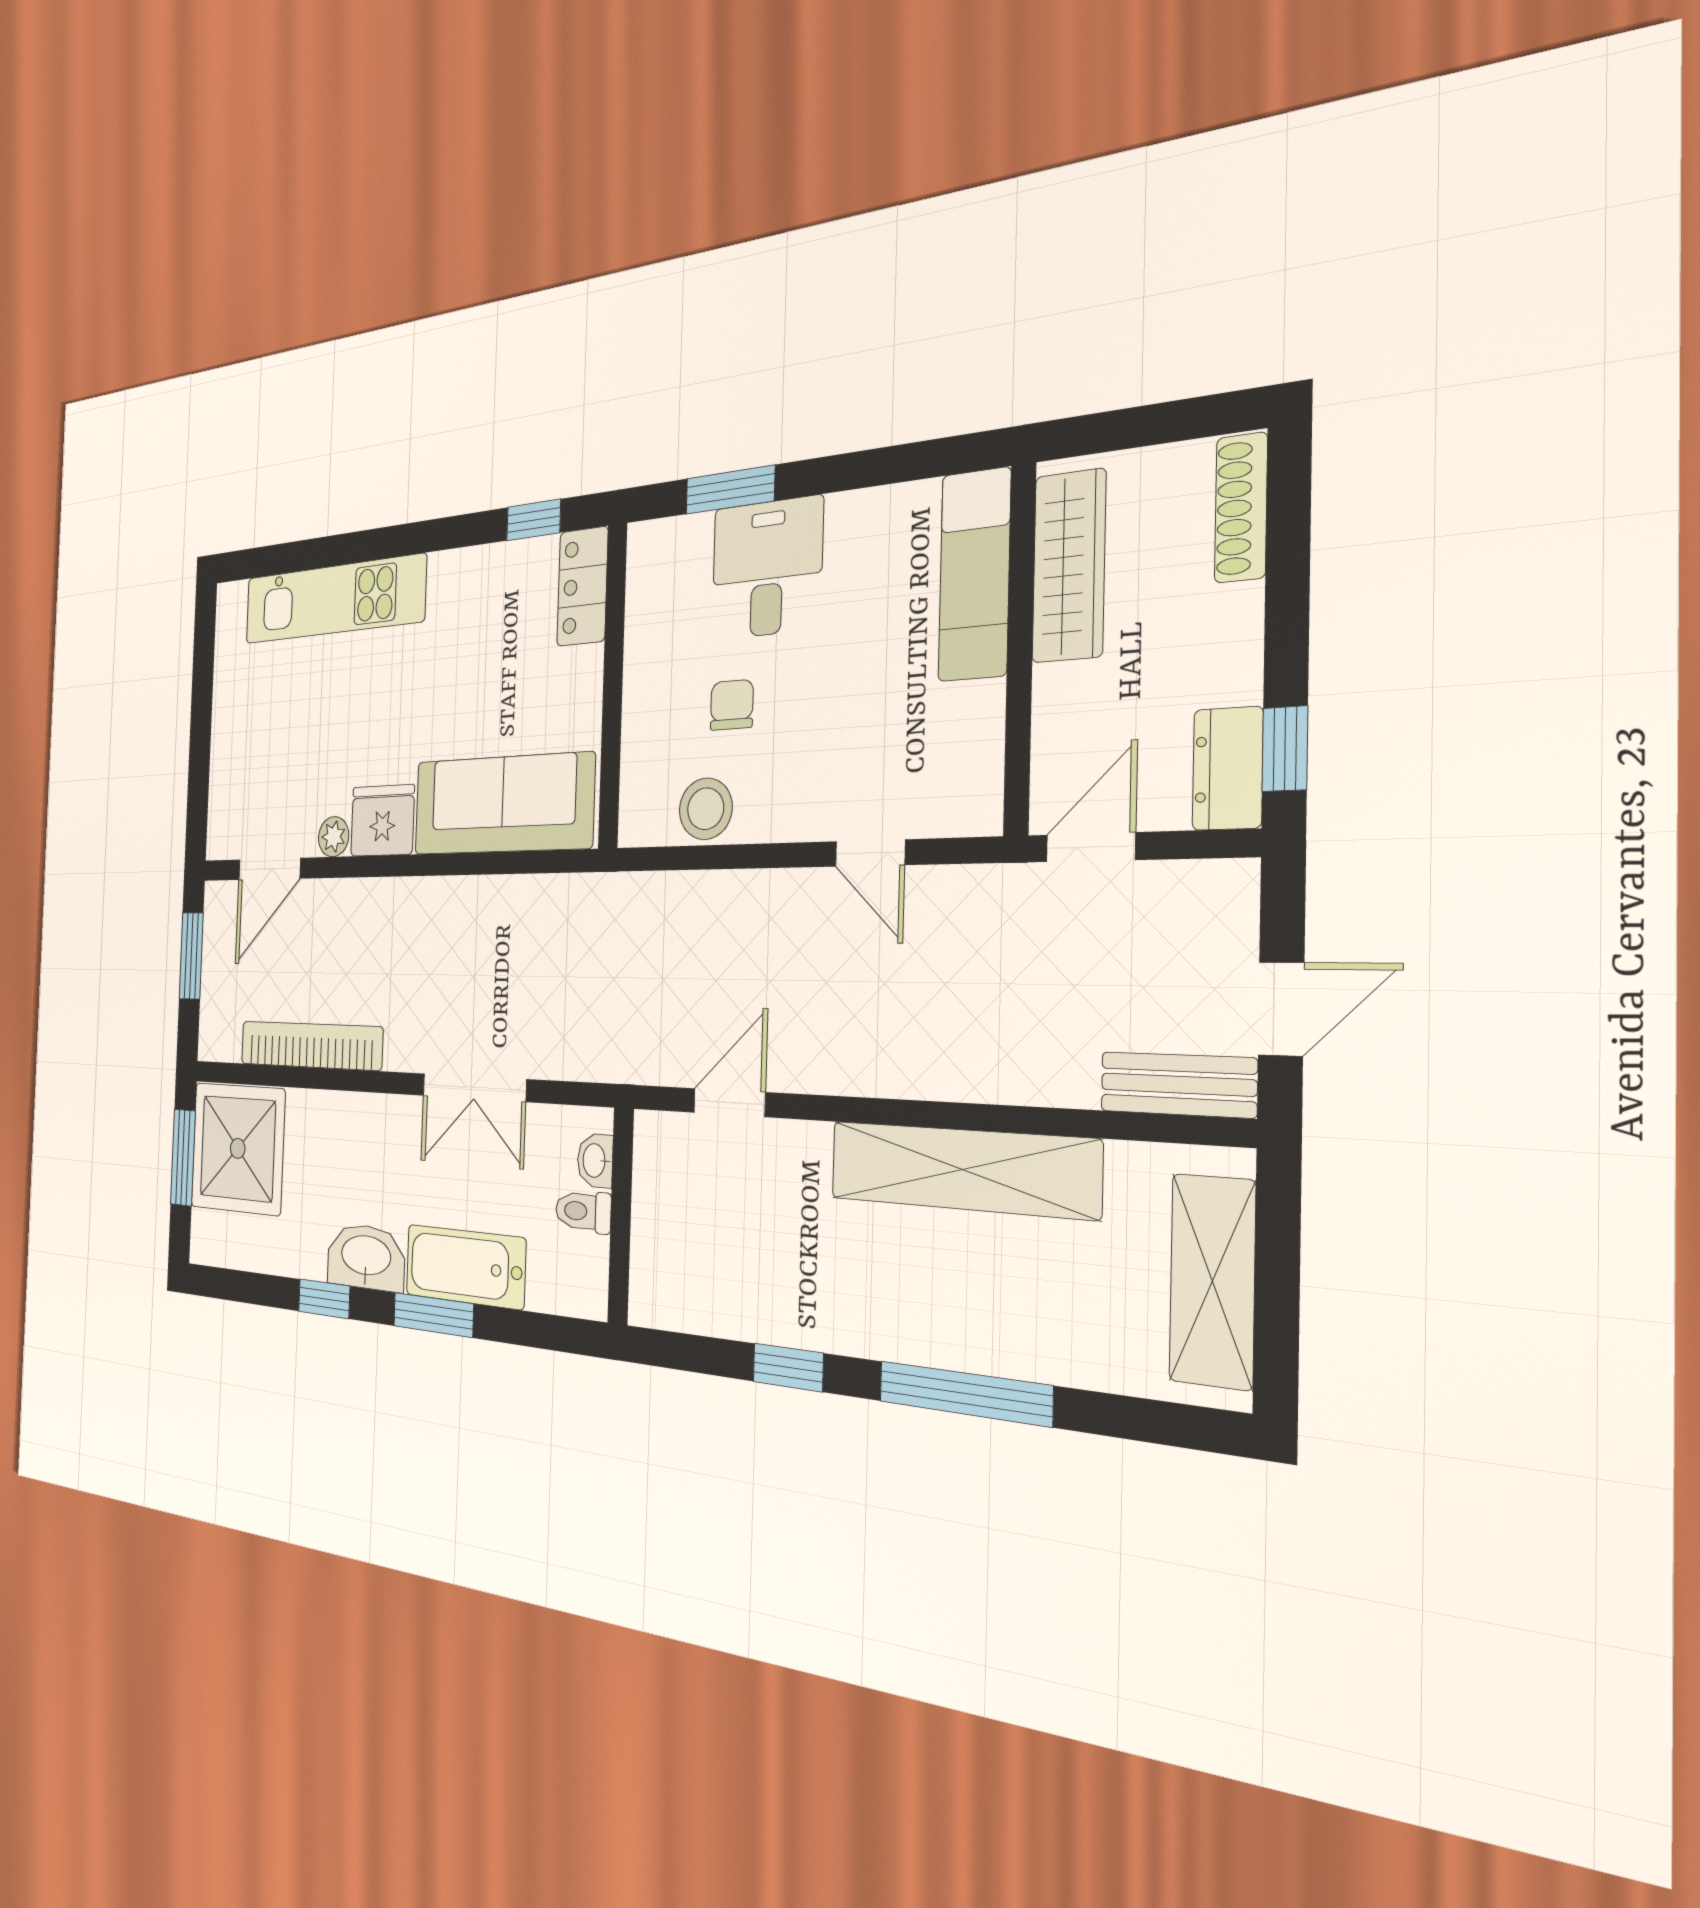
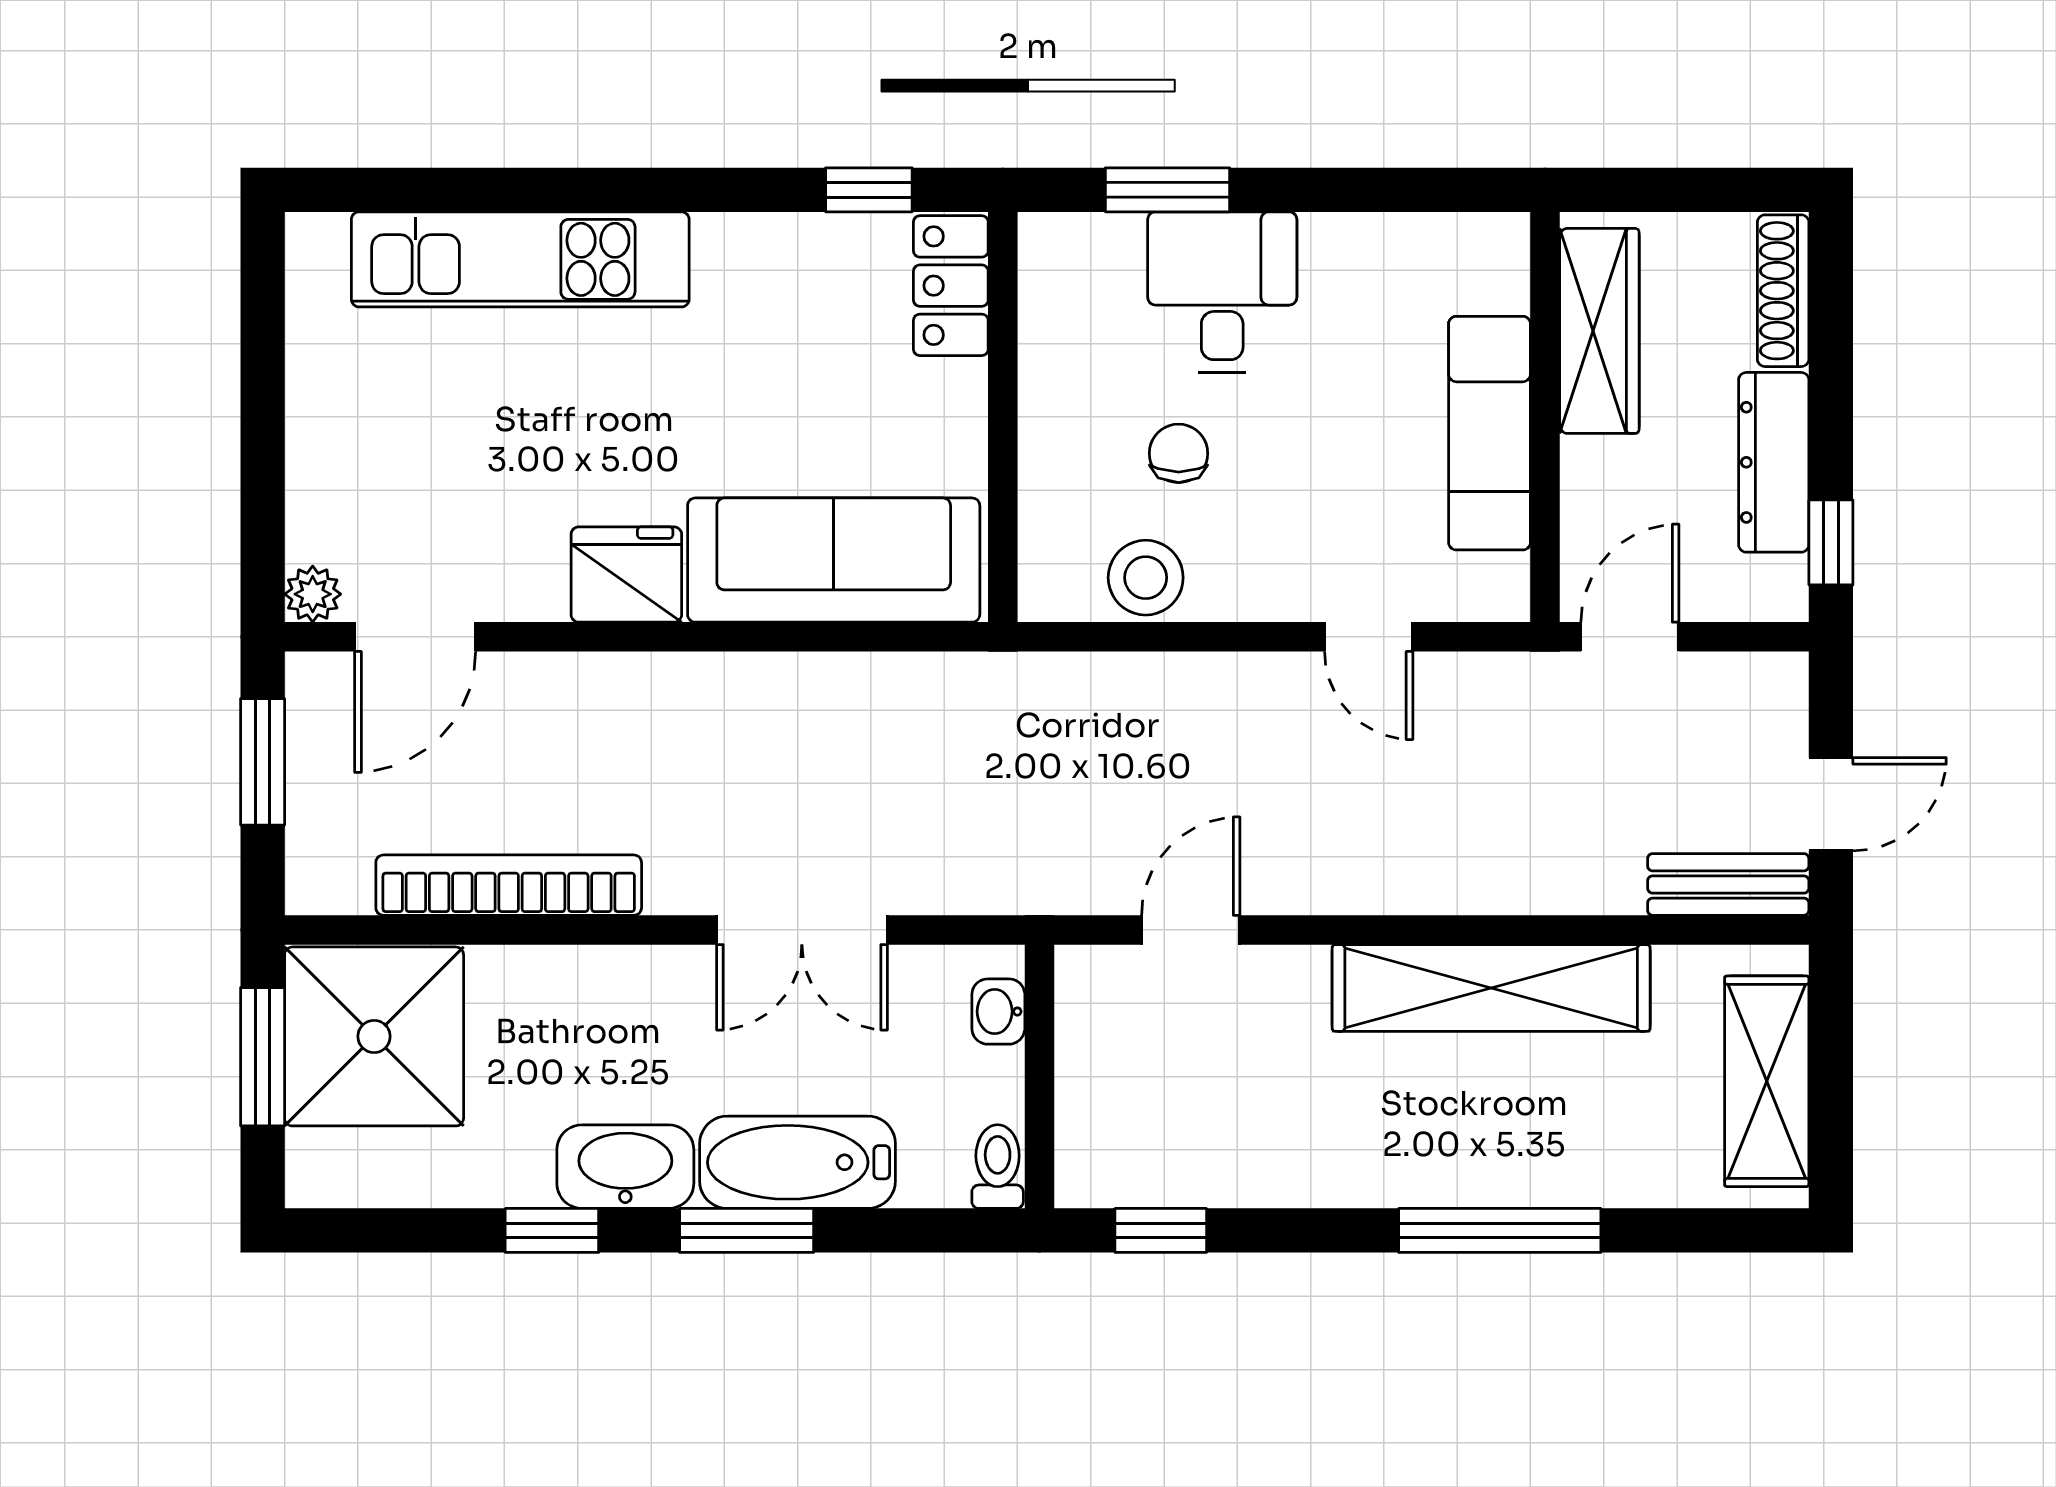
exam couch: (974, 575) -> (1490, 433), moved
dresser: (1228, 769) -> (1774, 462), moved, width x1.44
plant: (334, 837) -> (313, 594), moved
toilet: (583, 1211) -> (998, 1167), moved, turned 90
window: (788, 1367) -> (1161, 1230), moved

